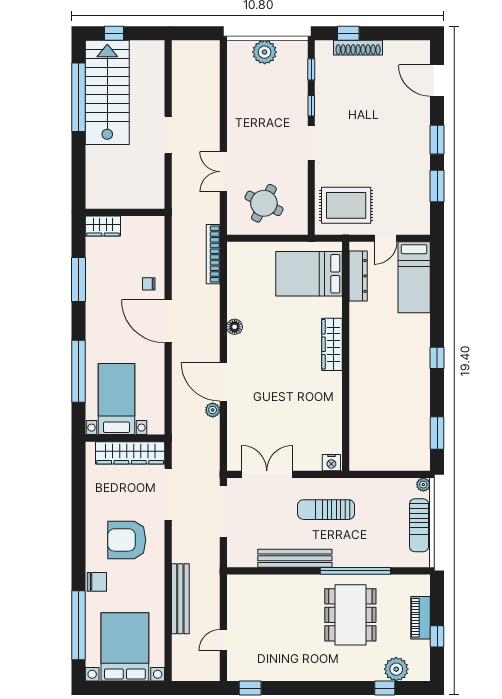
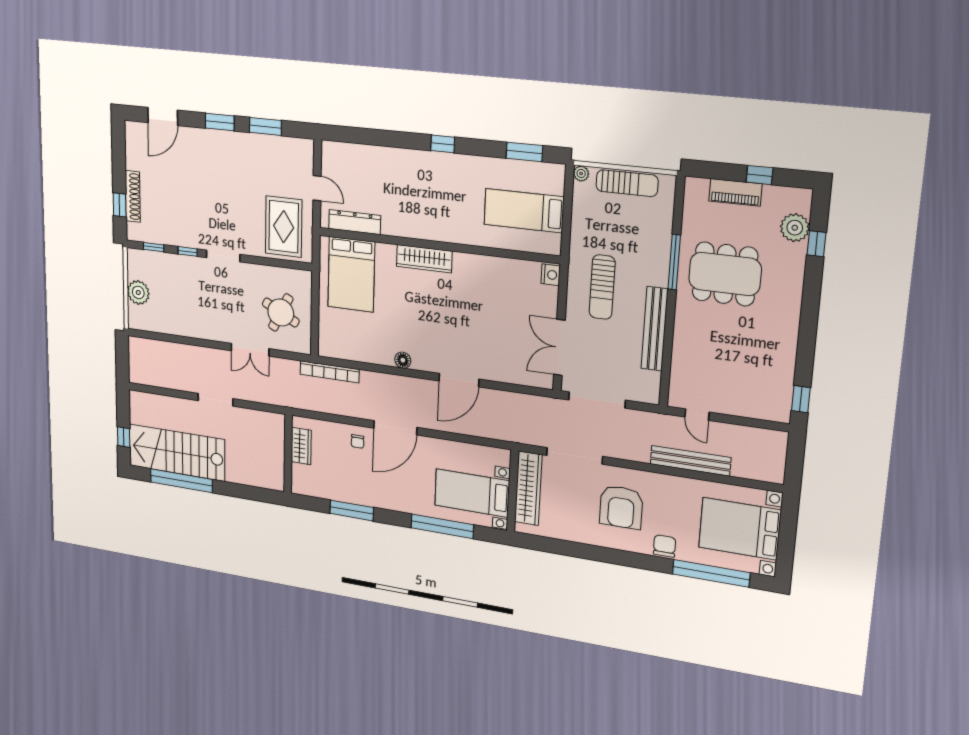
wardrobe: (103, 226) -> (301, 446), moved
bed: (414, 277) -> (524, 211), moved, turned 180
plant: (213, 410) -> (488, 396), removed
window: (355, 571) -> (674, 262), width x0.68
door: (223, 640) -> (697, 415), moved

